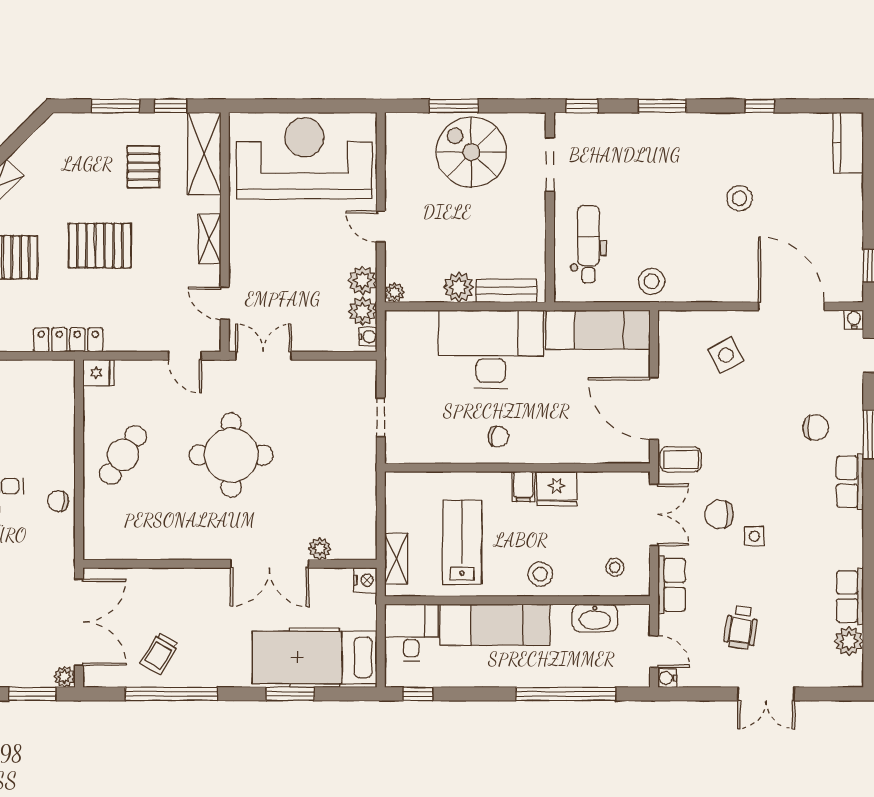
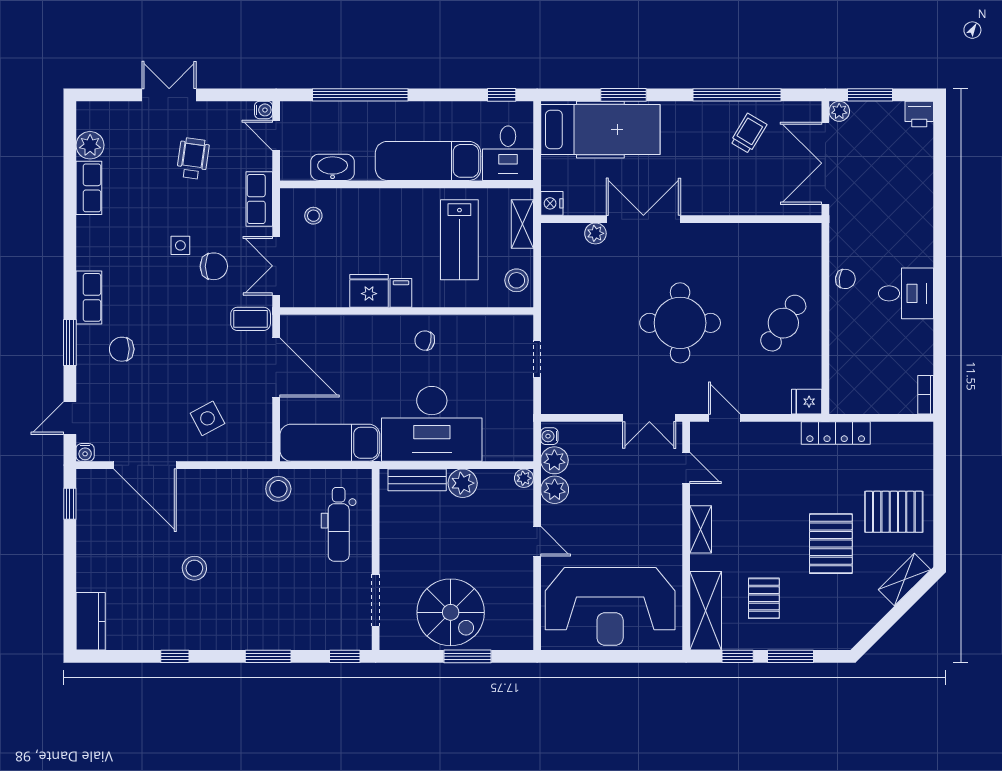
pallet: (100, 246) -> (831, 544), moved, turned 90
stool: (540, 574) -> (517, 280), moved

